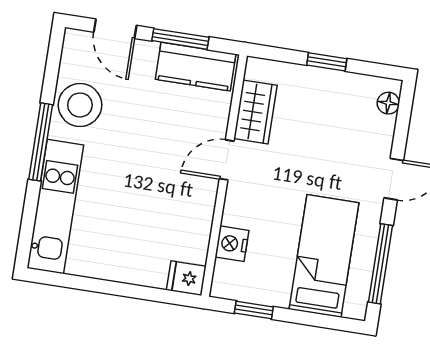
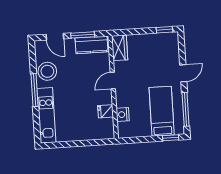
window: (327, 62) -> (164, 30), moved
floor lamp: (388, 103) -> (174, 42), removed
wardrobe: (255, 112) -> (120, 48), moved
fridge: (186, 278) -> (106, 111), moved
window: (254, 310) -> (171, 138), moved

